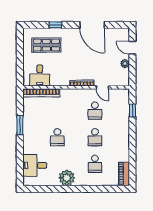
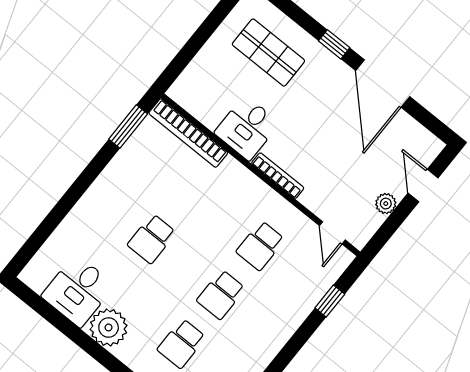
window: (55, 25) -> (334, 44), moved
desk: (40, 75) -> (247, 128), moved
door: (102, 87) -> (332, 233), moved
window: (20, 125) -> (128, 126), moved
desk: (35, 165) -> (78, 291), moved, turned -90

